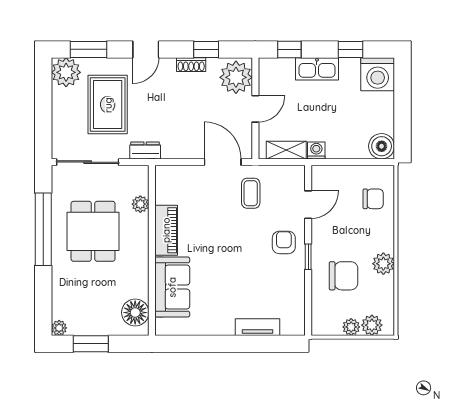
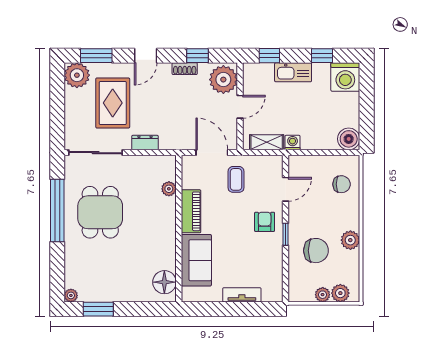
plant: (140, 204) -> (169, 189), moved
piano: (166, 230) -> (191, 211), moved
wall: (152, 250) -> (179, 229), moved
sofa: (172, 287) -> (196, 260), moved
floor lamp: (135, 313) -> (164, 282), moved

